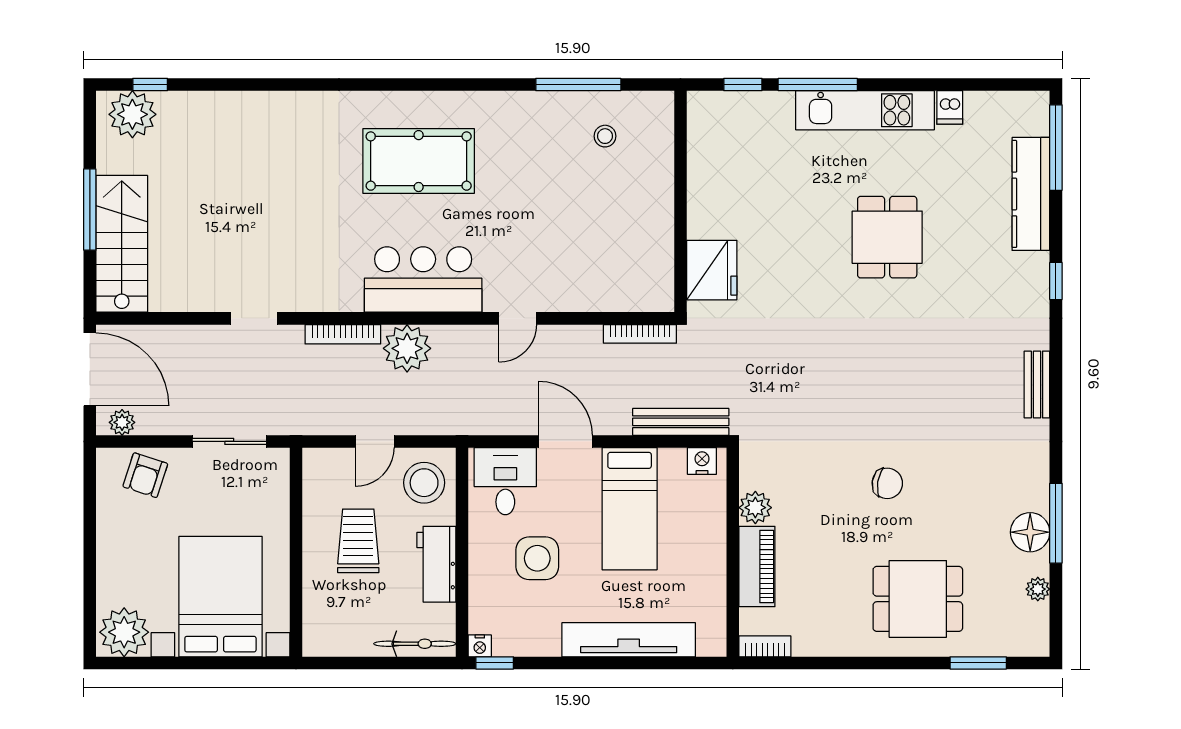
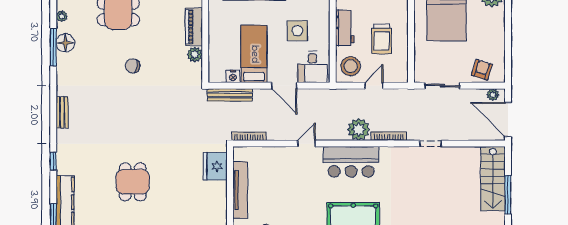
tv unit: (659, 220) -> (240, 190), added
nightstand: (702, 461) -> (233, 76), moved

